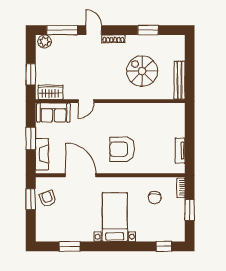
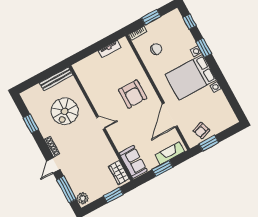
door: (86, 101) -> (101, 123), moved
bed with nightstands: (115, 217) -> (191, 77), width x1.36
window: (70, 246) -> (204, 48), moved

